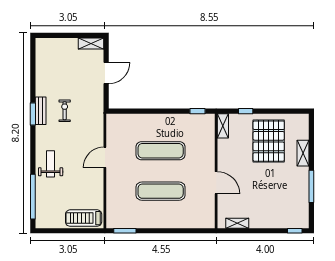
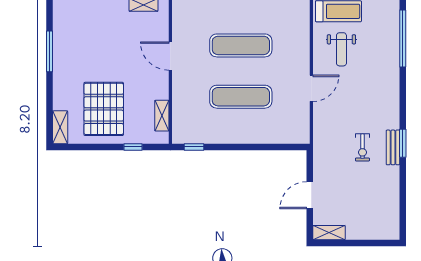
shelving: (223, 126) -> (162, 116), moved
shelving: (303, 153) -> (60, 127), moved
weight bench: (51, 164) -> (341, 49), moved

